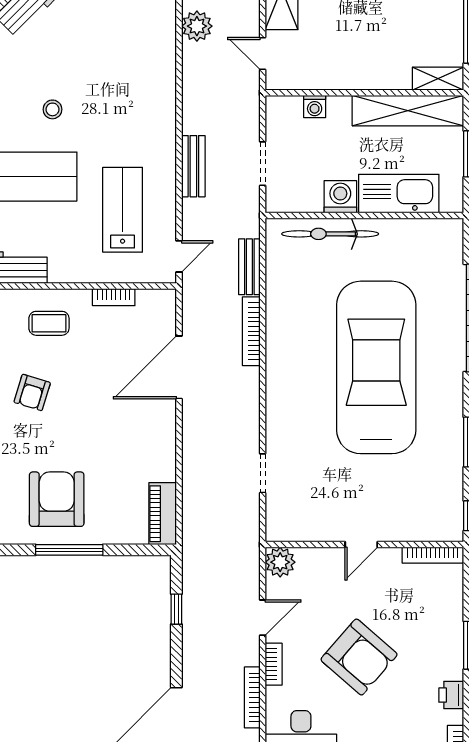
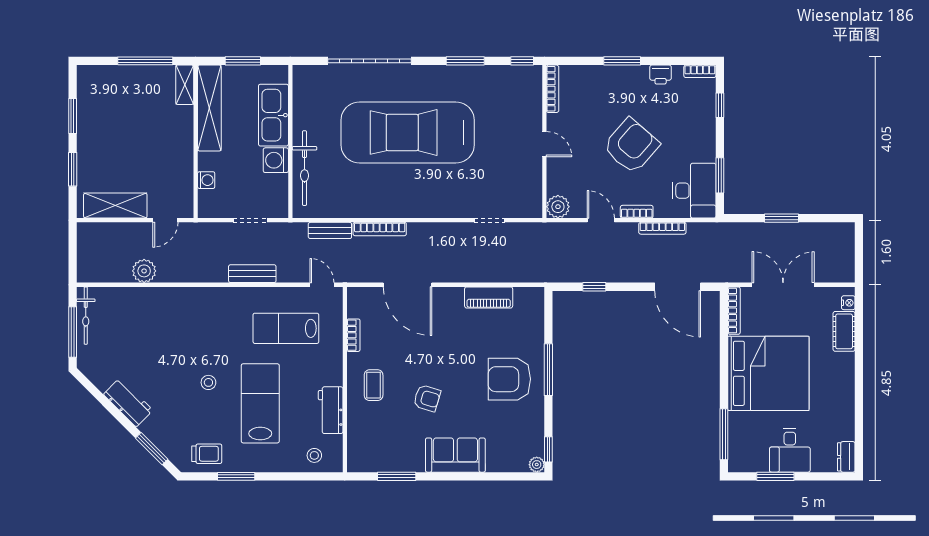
piano: (163, 514) -> (489, 297), moved

